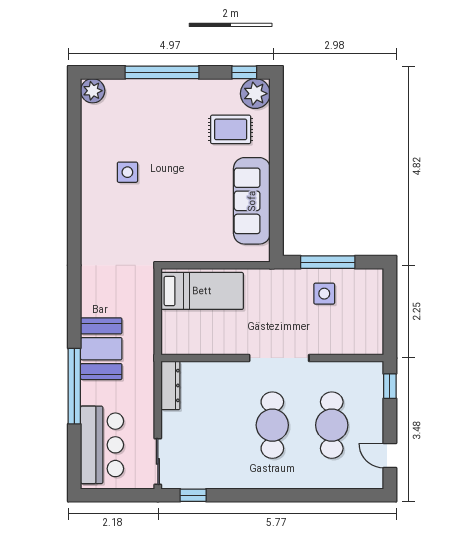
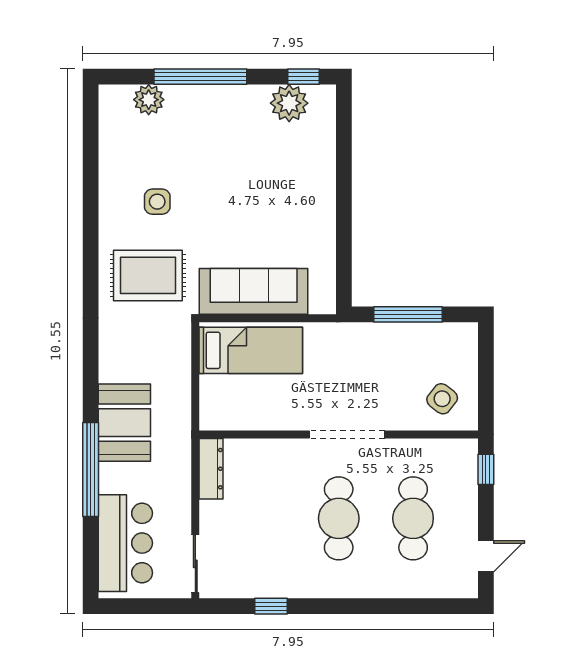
plant: (93, 91) -> (149, 100), moved
plant: (255, 94) -> (289, 103), moved
rug: (231, 129) -> (148, 275), moved, width x1.36, depth x1.43
sofa: (252, 201) -> (254, 291), moved, turned 90
side table: (324, 294) -> (442, 399), moved, turned 38
door: (390, 455) -> (486, 556), swing flipped
window: (193, 495) -> (271, 606), moved

